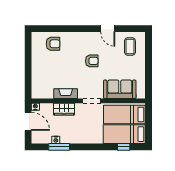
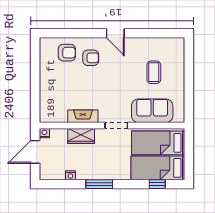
door: (108, 29) -> (115, 33), moved
coffee table: (130, 46) -> (154, 72), moved
armchair: (92, 61) -> (91, 58), moved
door: (28, 121) -> (35, 152), swing flipped
window: (59, 147) -> (99, 184), moved

